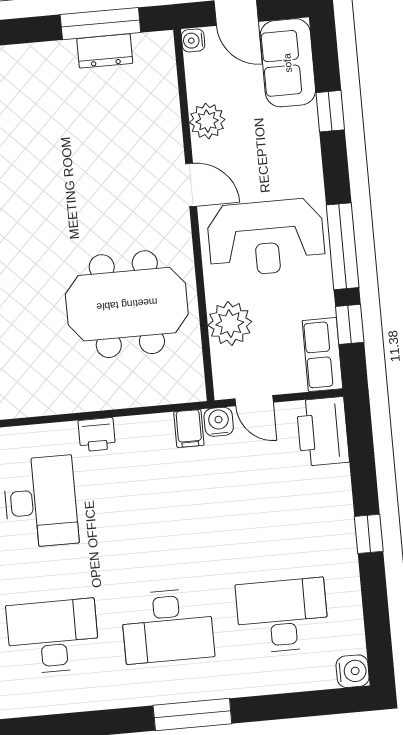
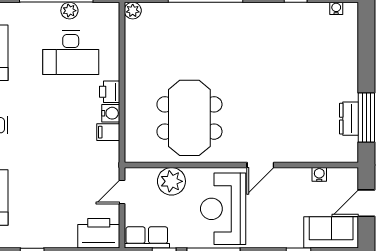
water cooler: (193, 40) -> (319, 174), moved
plant: (207, 121) -> (299, 179), removed
water cooler: (219, 422) -> (111, 113), moved
filing cabinet: (189, 428) -> (108, 132), moved

